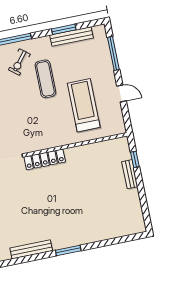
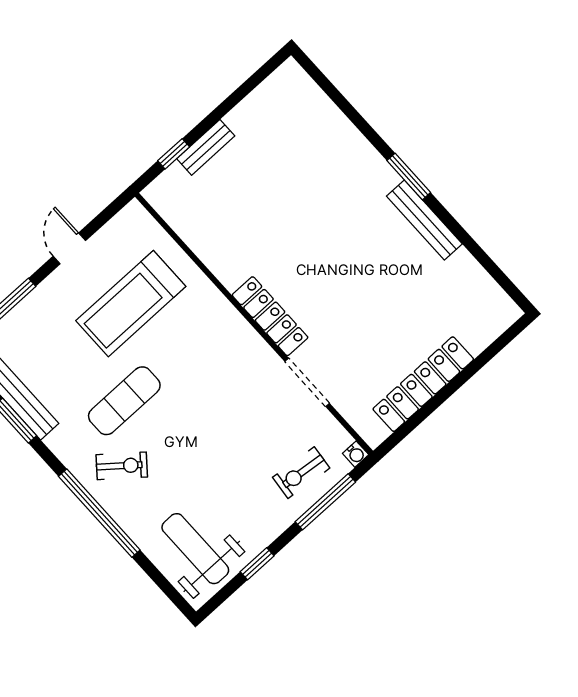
bench: (31, 249) -> (424, 220), moved

